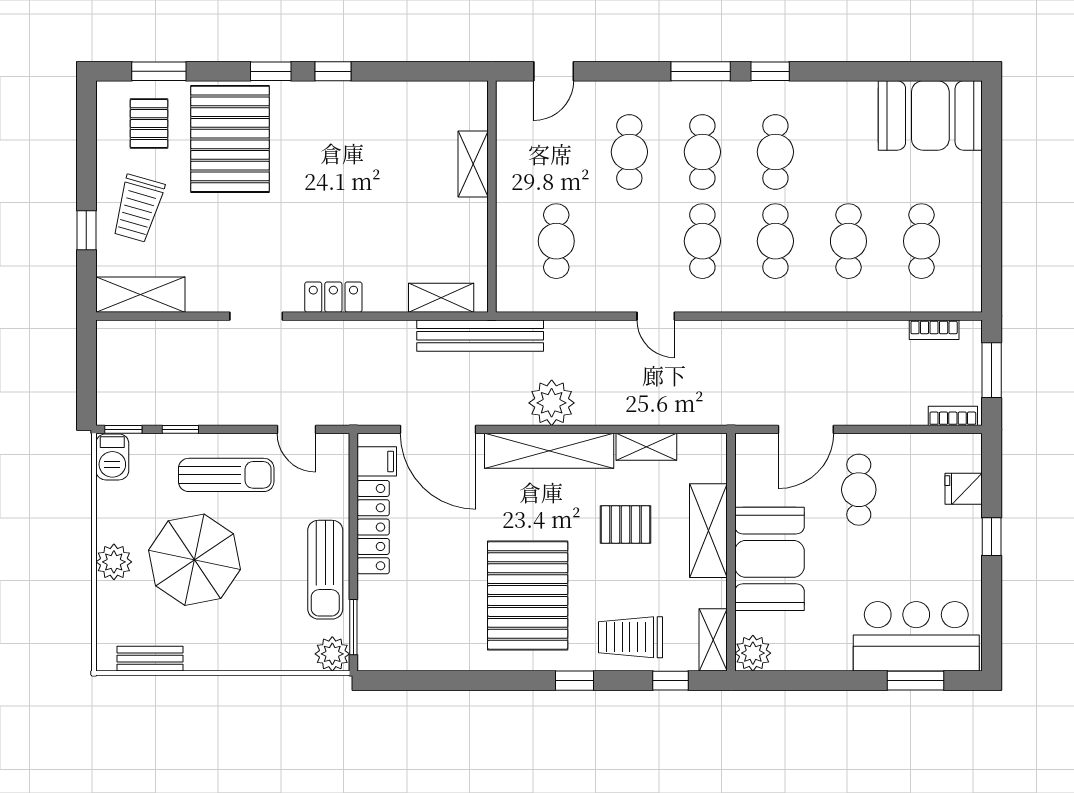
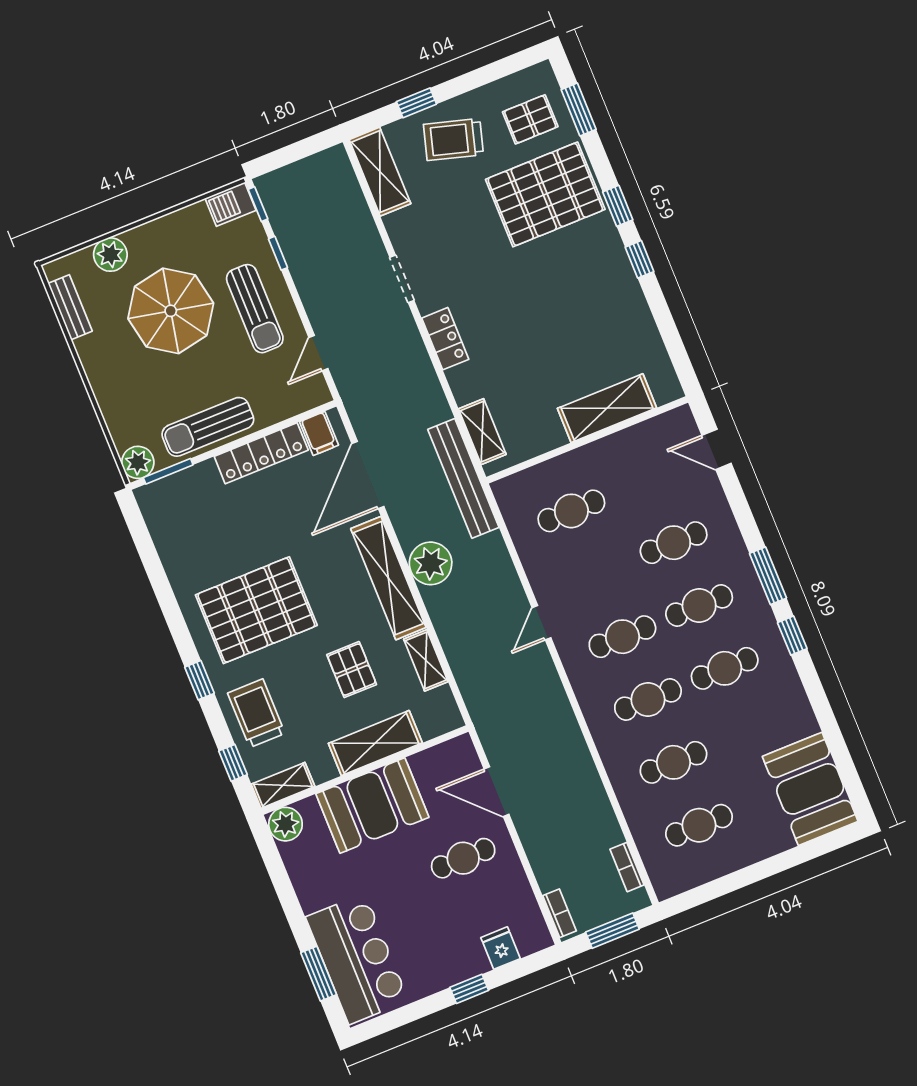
shelving: (473, 164) -> (607, 408), width x1.50, depth x1.33
plant: (114, 562) -> (110, 255), moved

